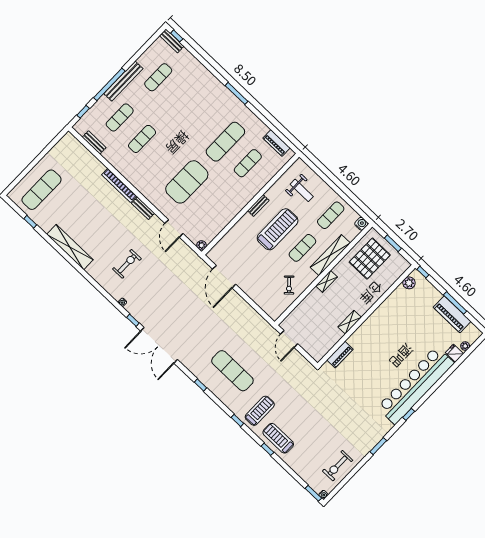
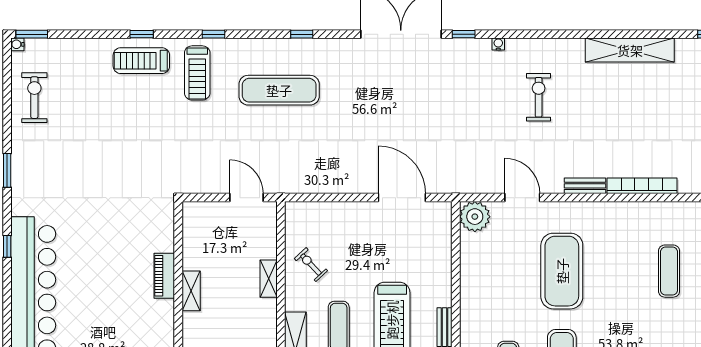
plant: (201, 245) -> (475, 217), width x1.88, depth x1.88
exercise bike: (127, 264) -> (539, 97), turned 180
shelving: (327, 281) -> (269, 279), moved
piano: (340, 355) -> (164, 276), moved
treadmill: (278, 438) -> (141, 61), turned 180

